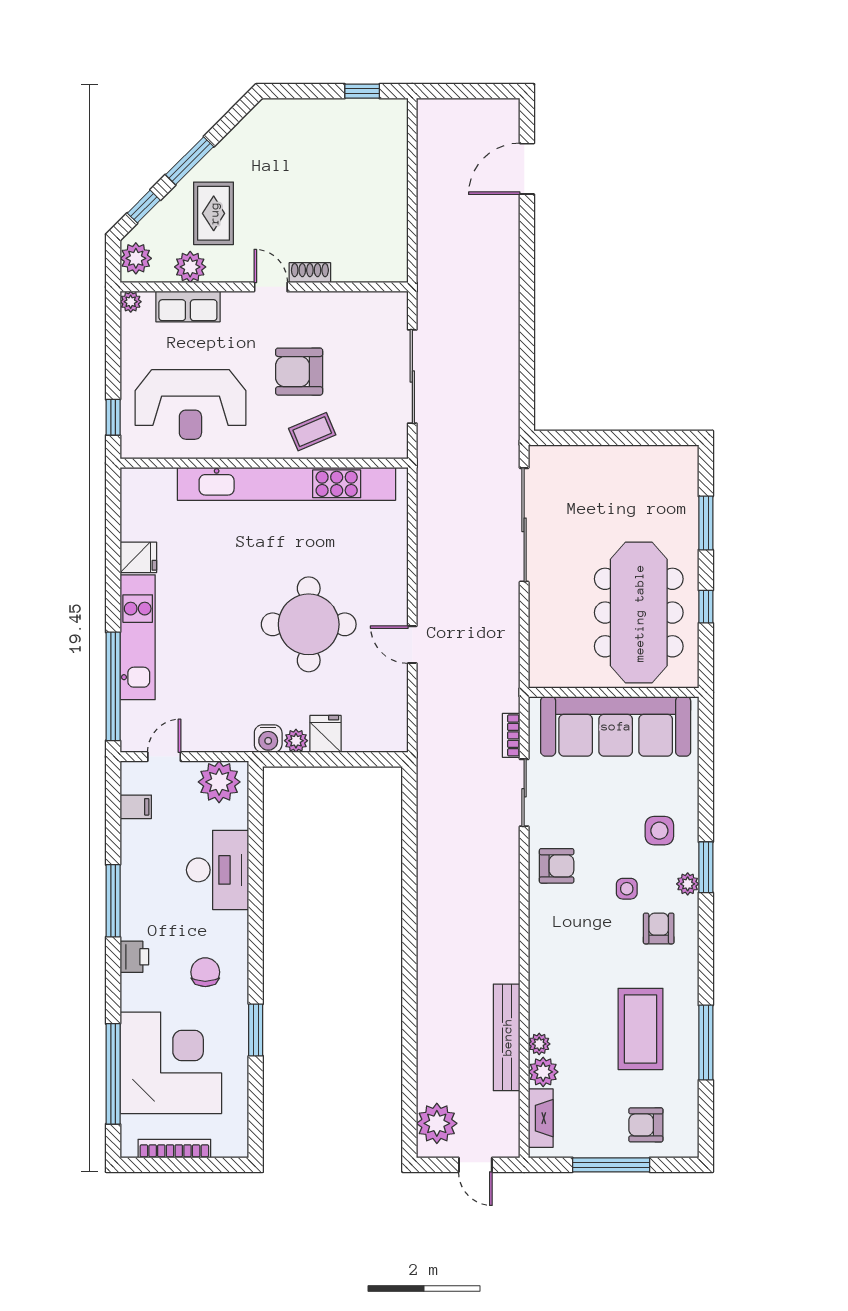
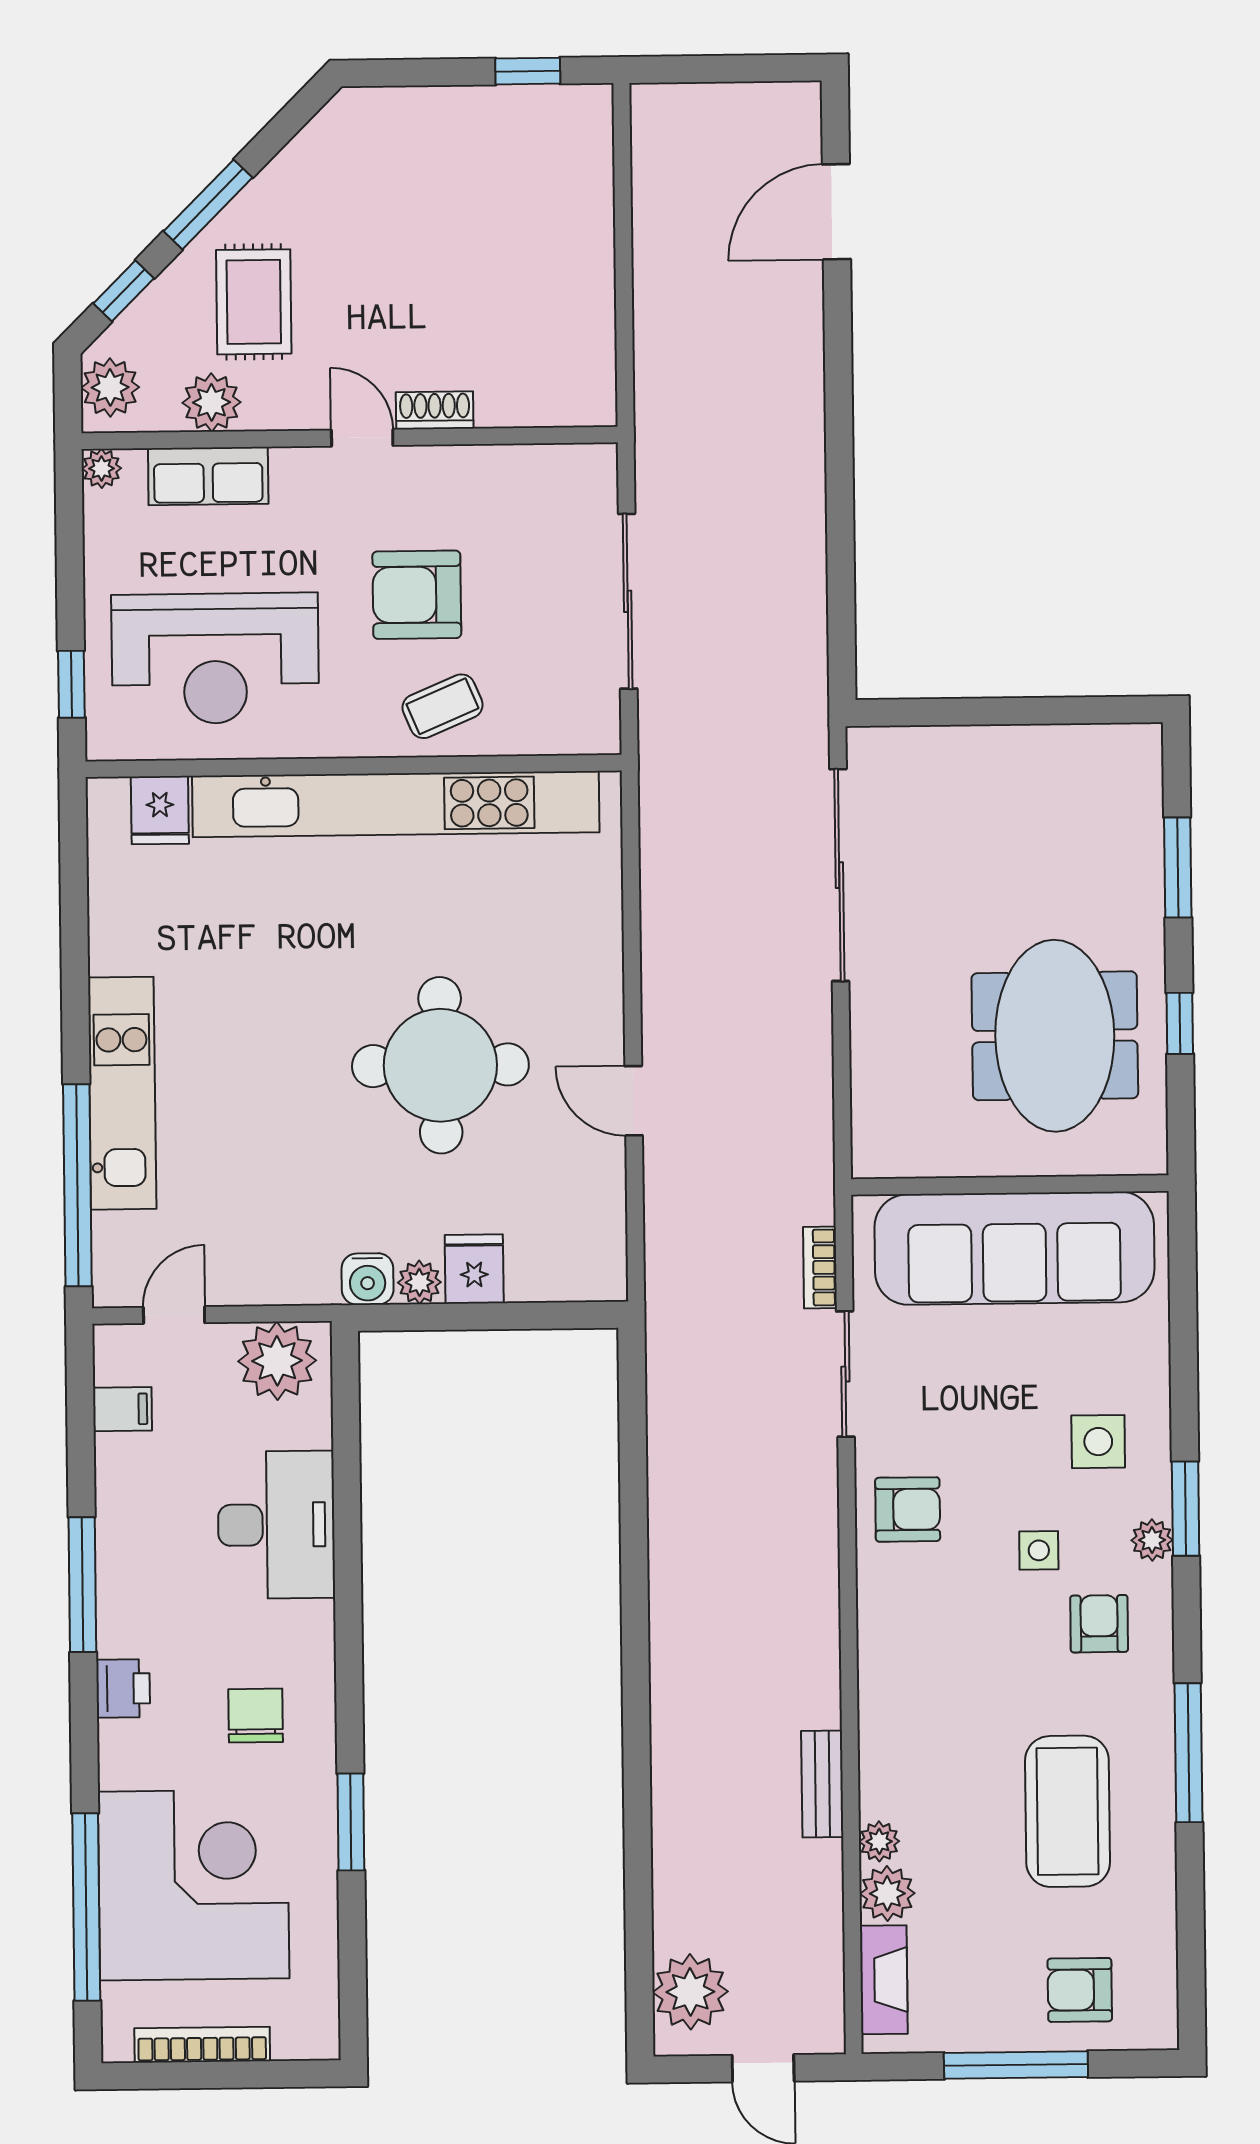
fridge: (138, 557) -> (160, 810), moved, turned 90
meeting table: (639, 613) -> (1055, 1036), width x0.73
bench: (507, 1037) -> (822, 1784), width x0.54, depth x0.82
window: (706, 1043) -> (1189, 1753), moved

